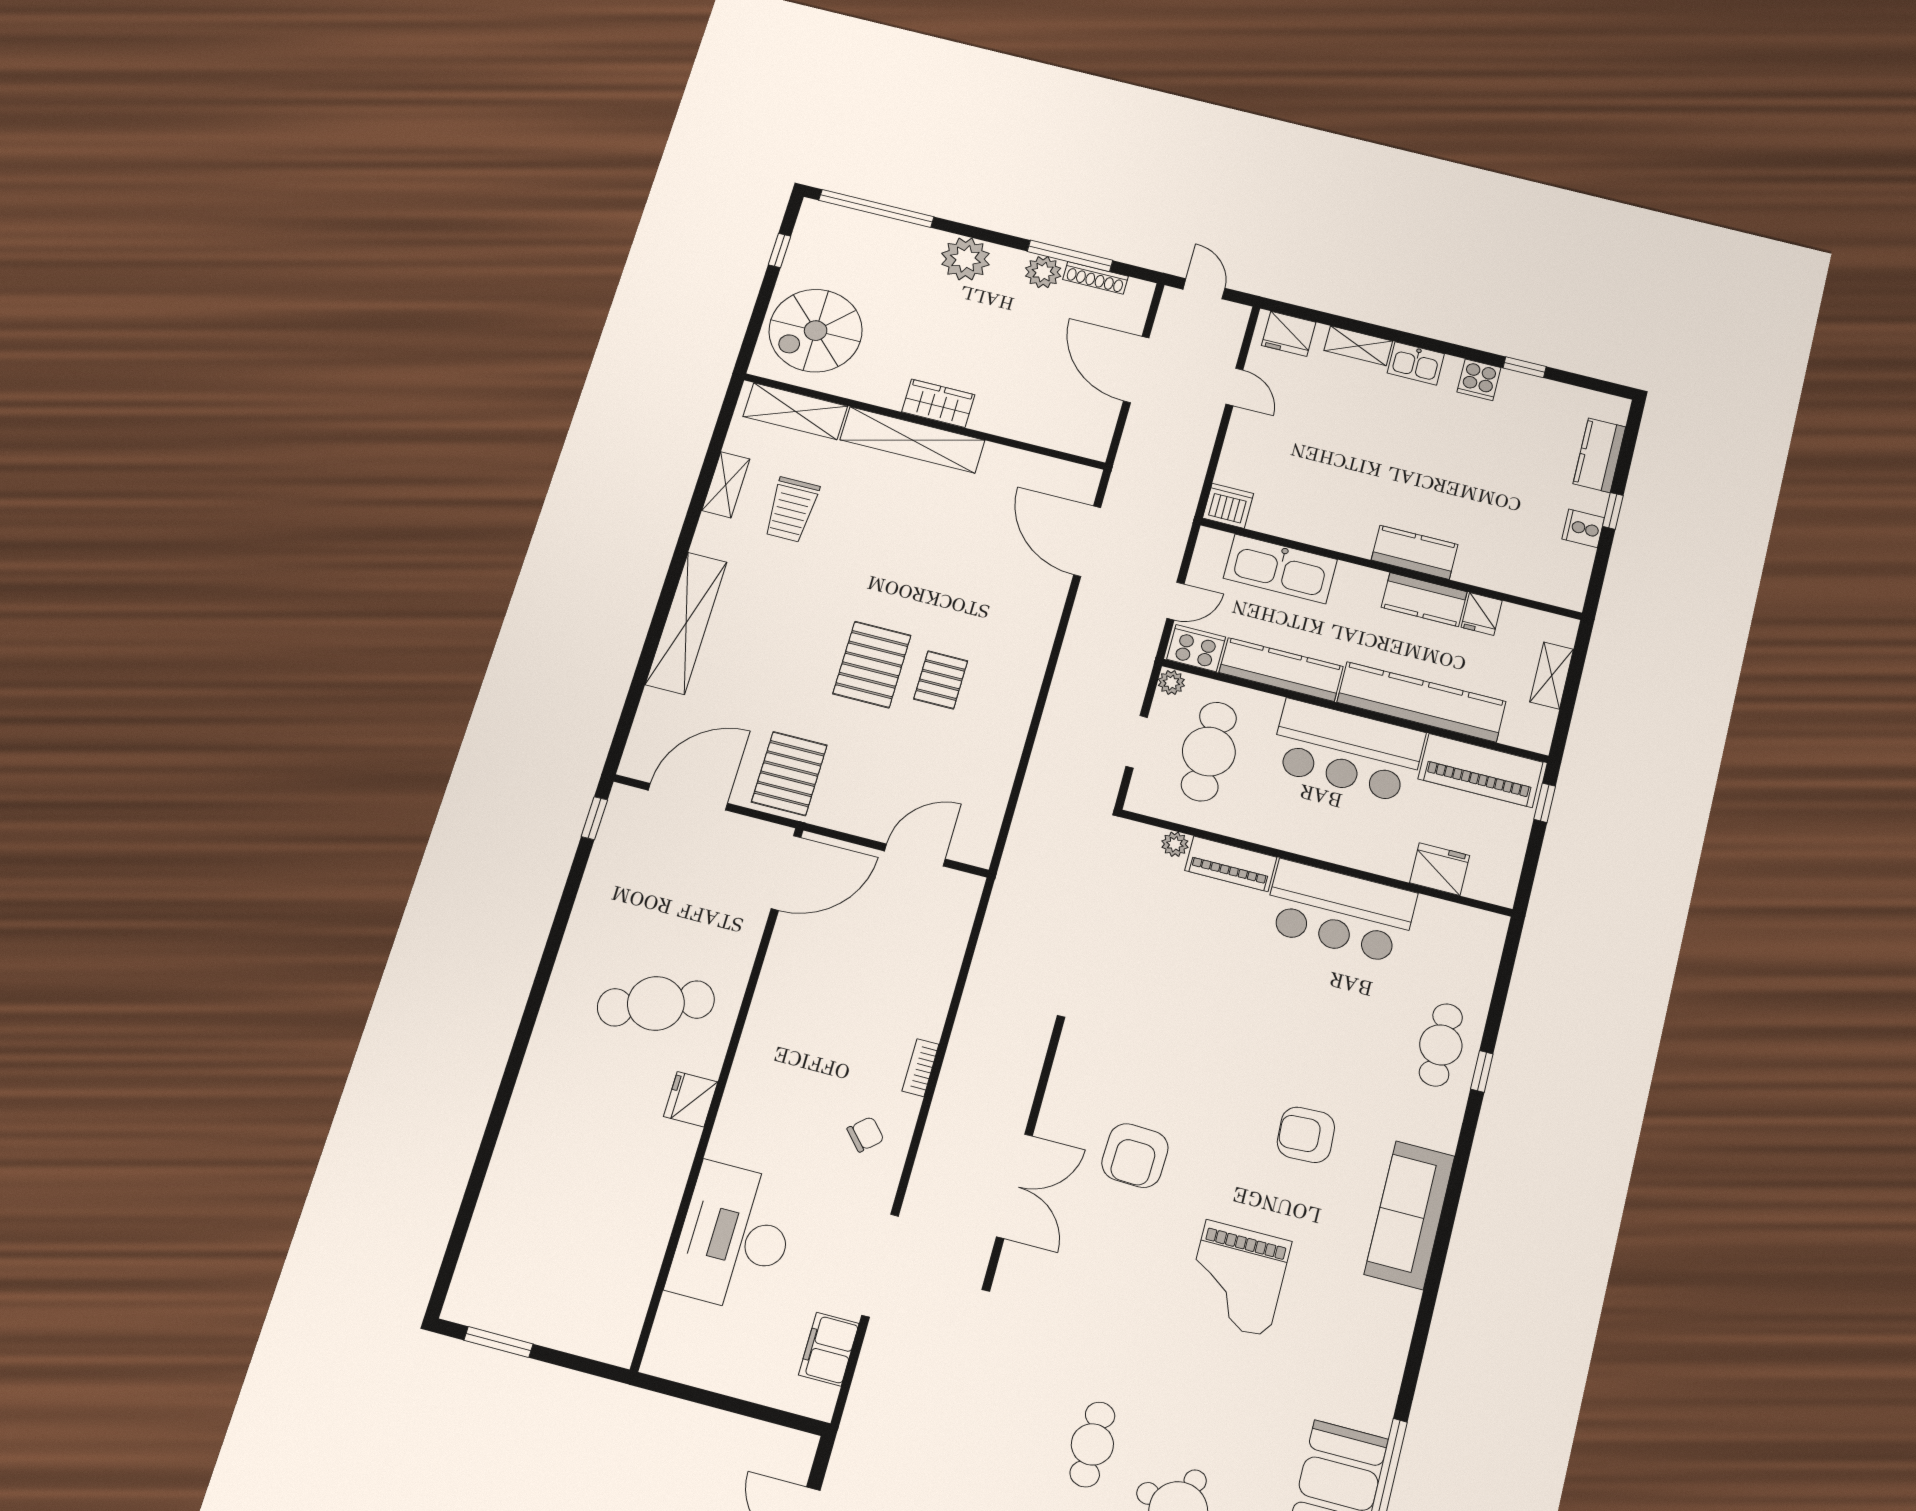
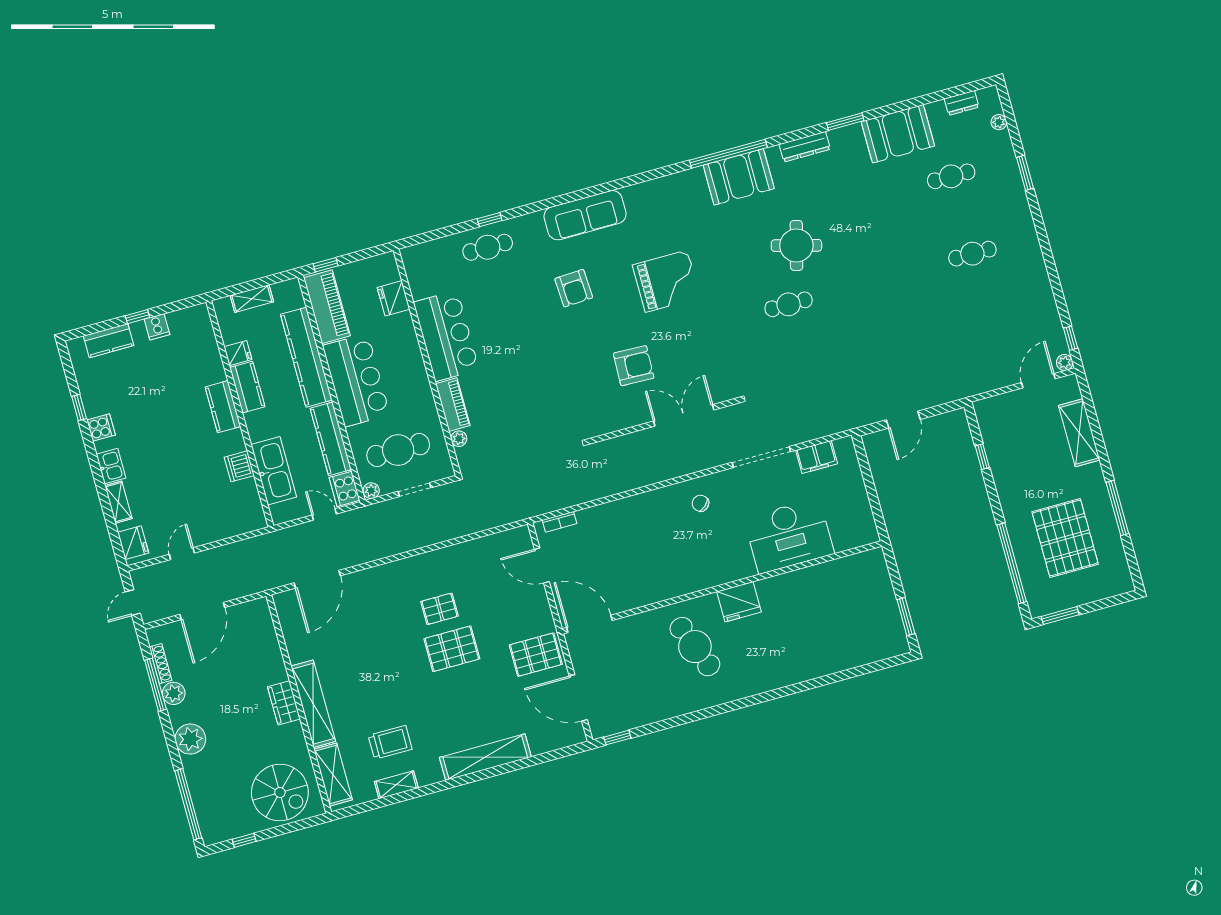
dishwasher: (1228, 506) -> (239, 466), moved
bookcase: (921, 1068) -> (560, 522), moved
fridge: (691, 1099) -> (739, 602), width x1.36, depth x1.34

